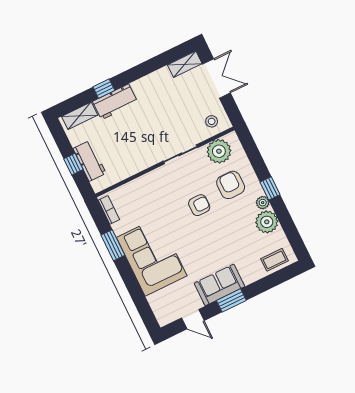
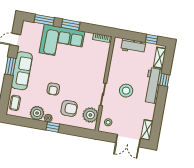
workbench: (115, 102) -> (153, 86), width x1.38
stool: (154, 128) -> (126, 91), added
window: (73, 164) -> (152, 39), moved
armchair: (199, 205) -> (53, 89), moved
window: (113, 245) -> (71, 25), moved
sofa: (219, 285) -> (22, 71), width x1.36
window: (140, 300) -> (44, 20), added

